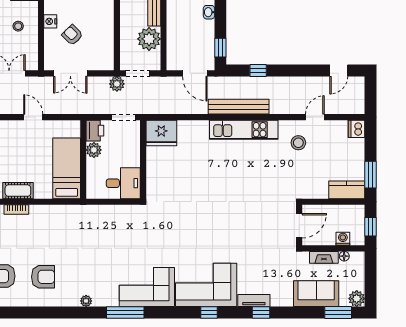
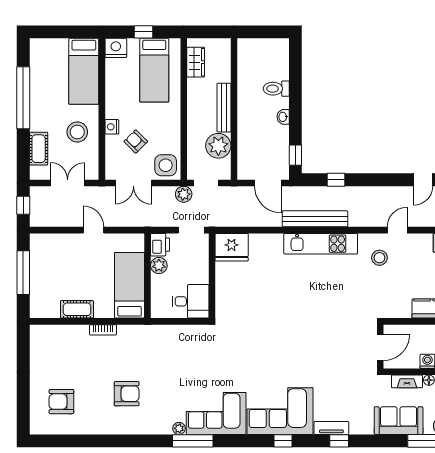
stool: (18, 26) -> (77, 132), width x1.89, depth x1.89
side table: (100, 57) -> (166, 165), added
bookcase: (16, 210) -> (103, 330), moved
armchair: (43, 277) -> (127, 394), moved
plant: (86, 301) -> (179, 428), moved

